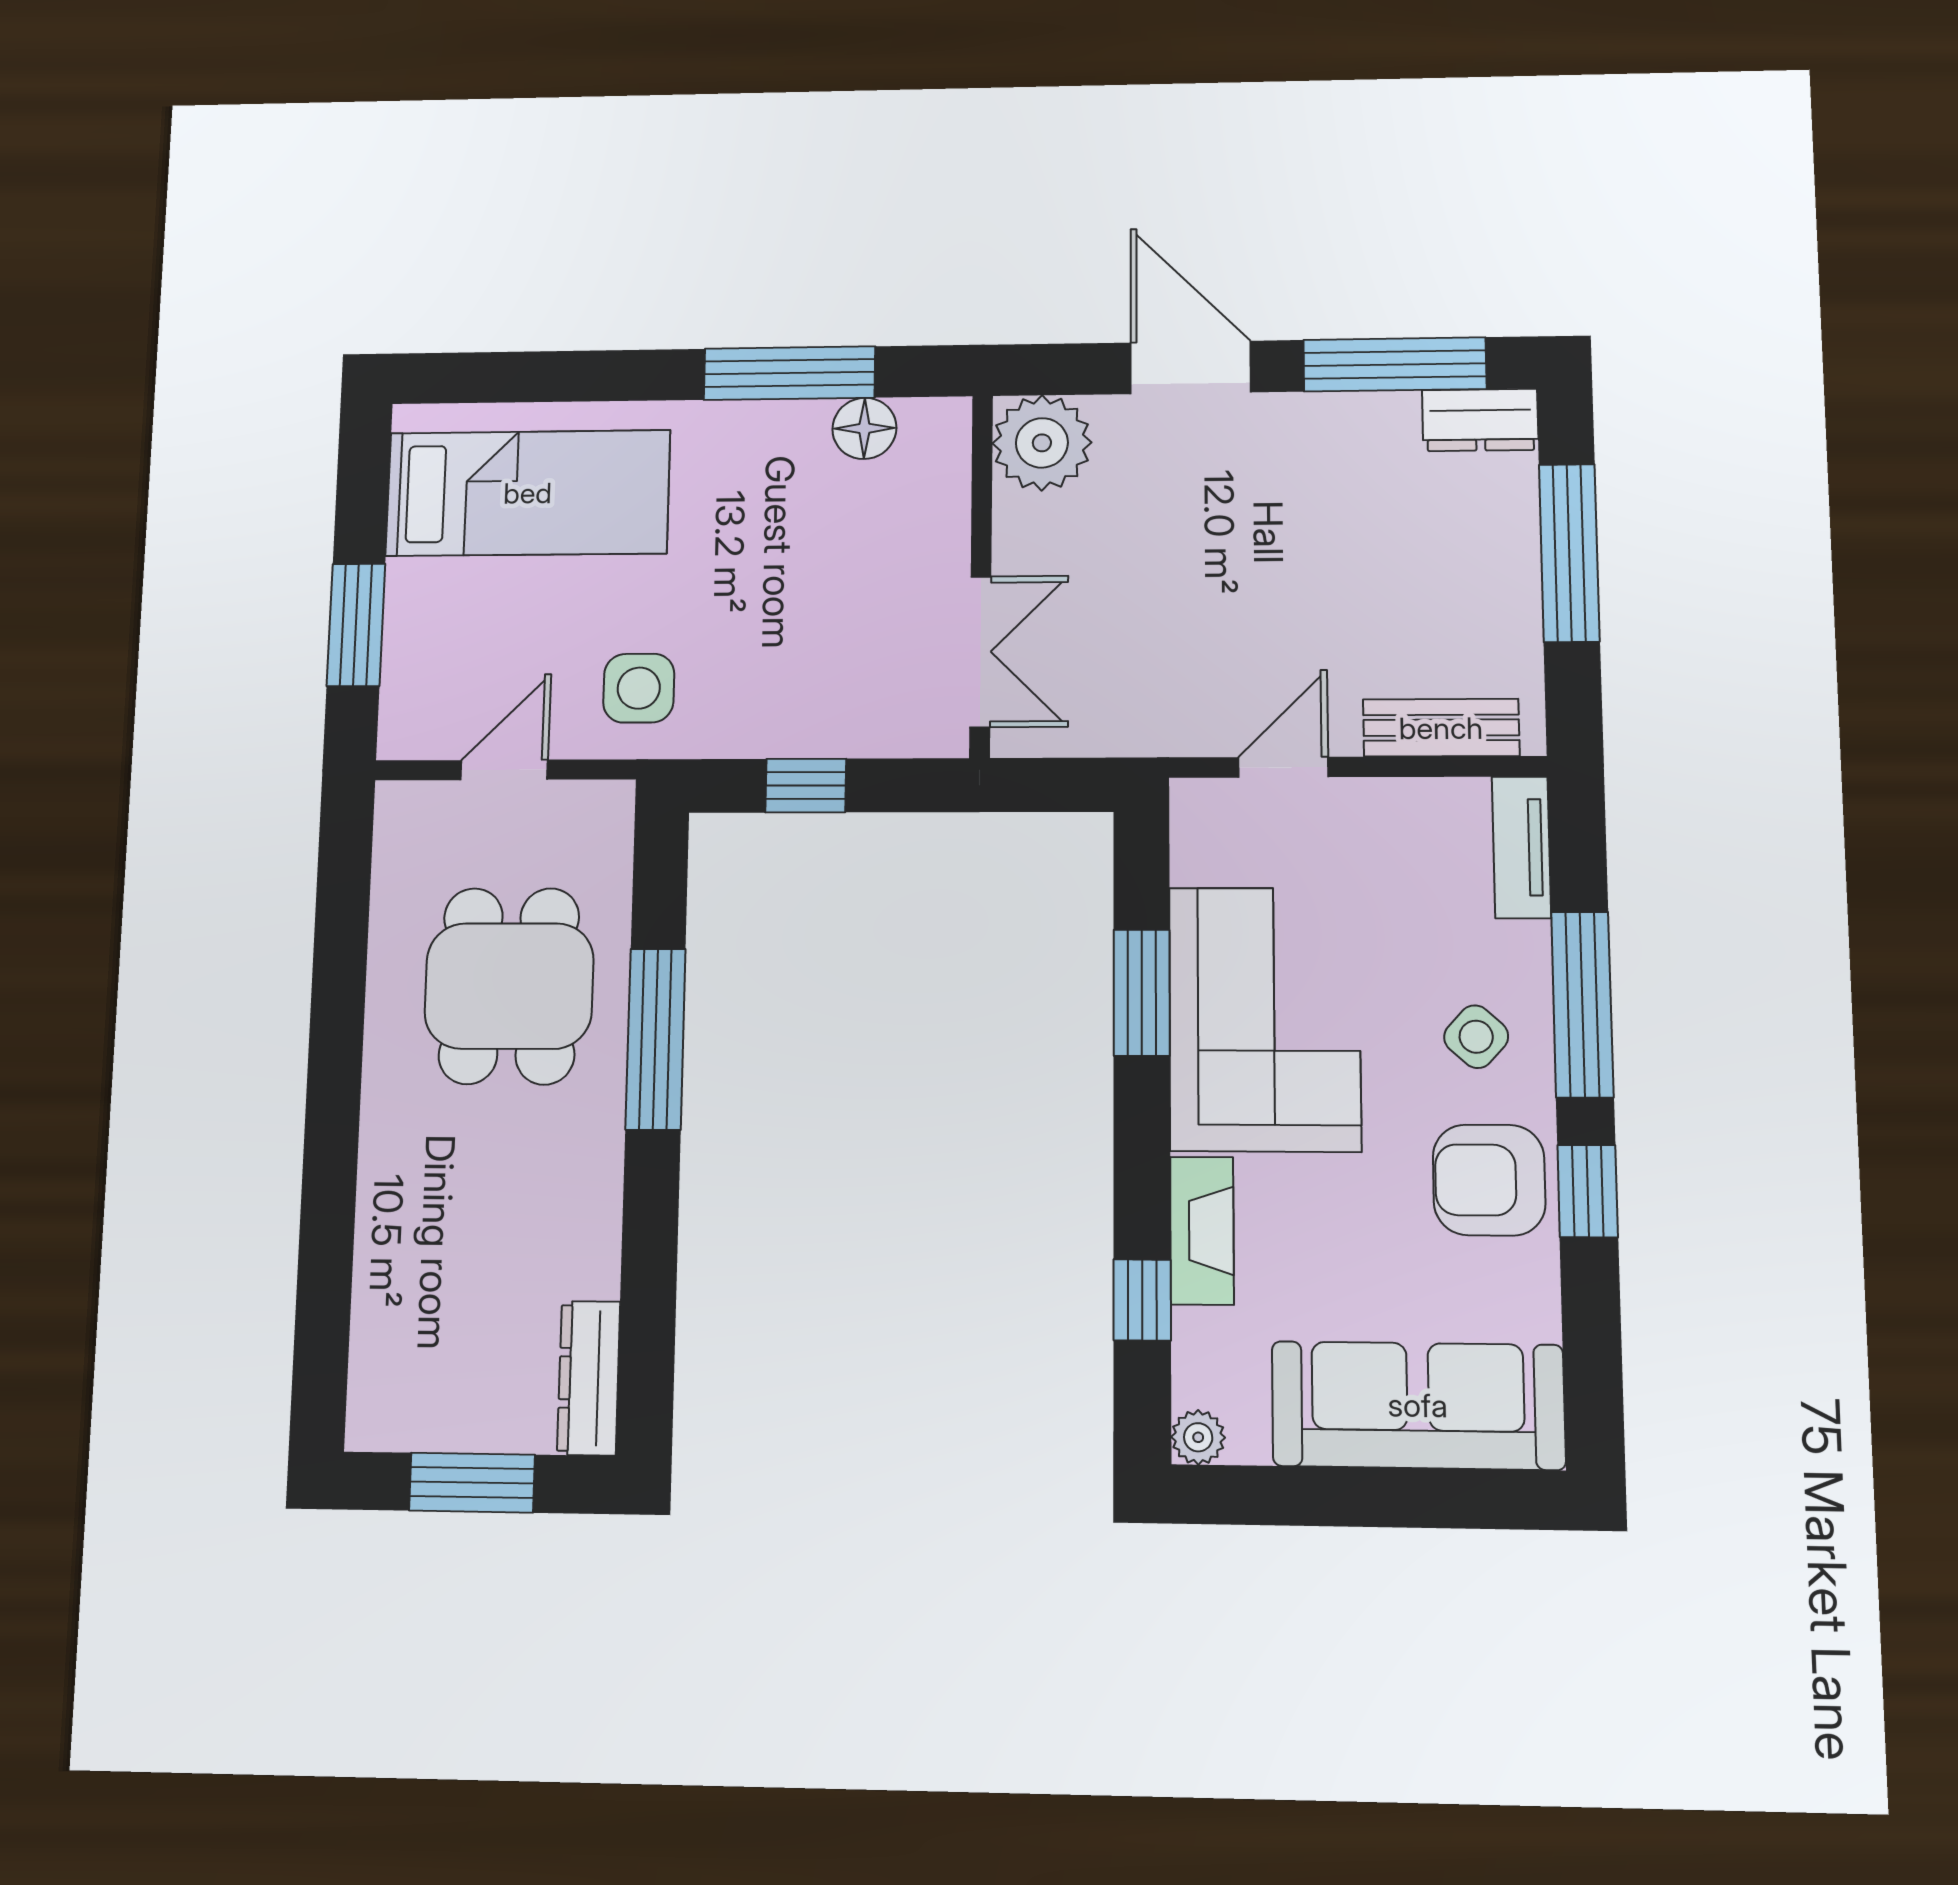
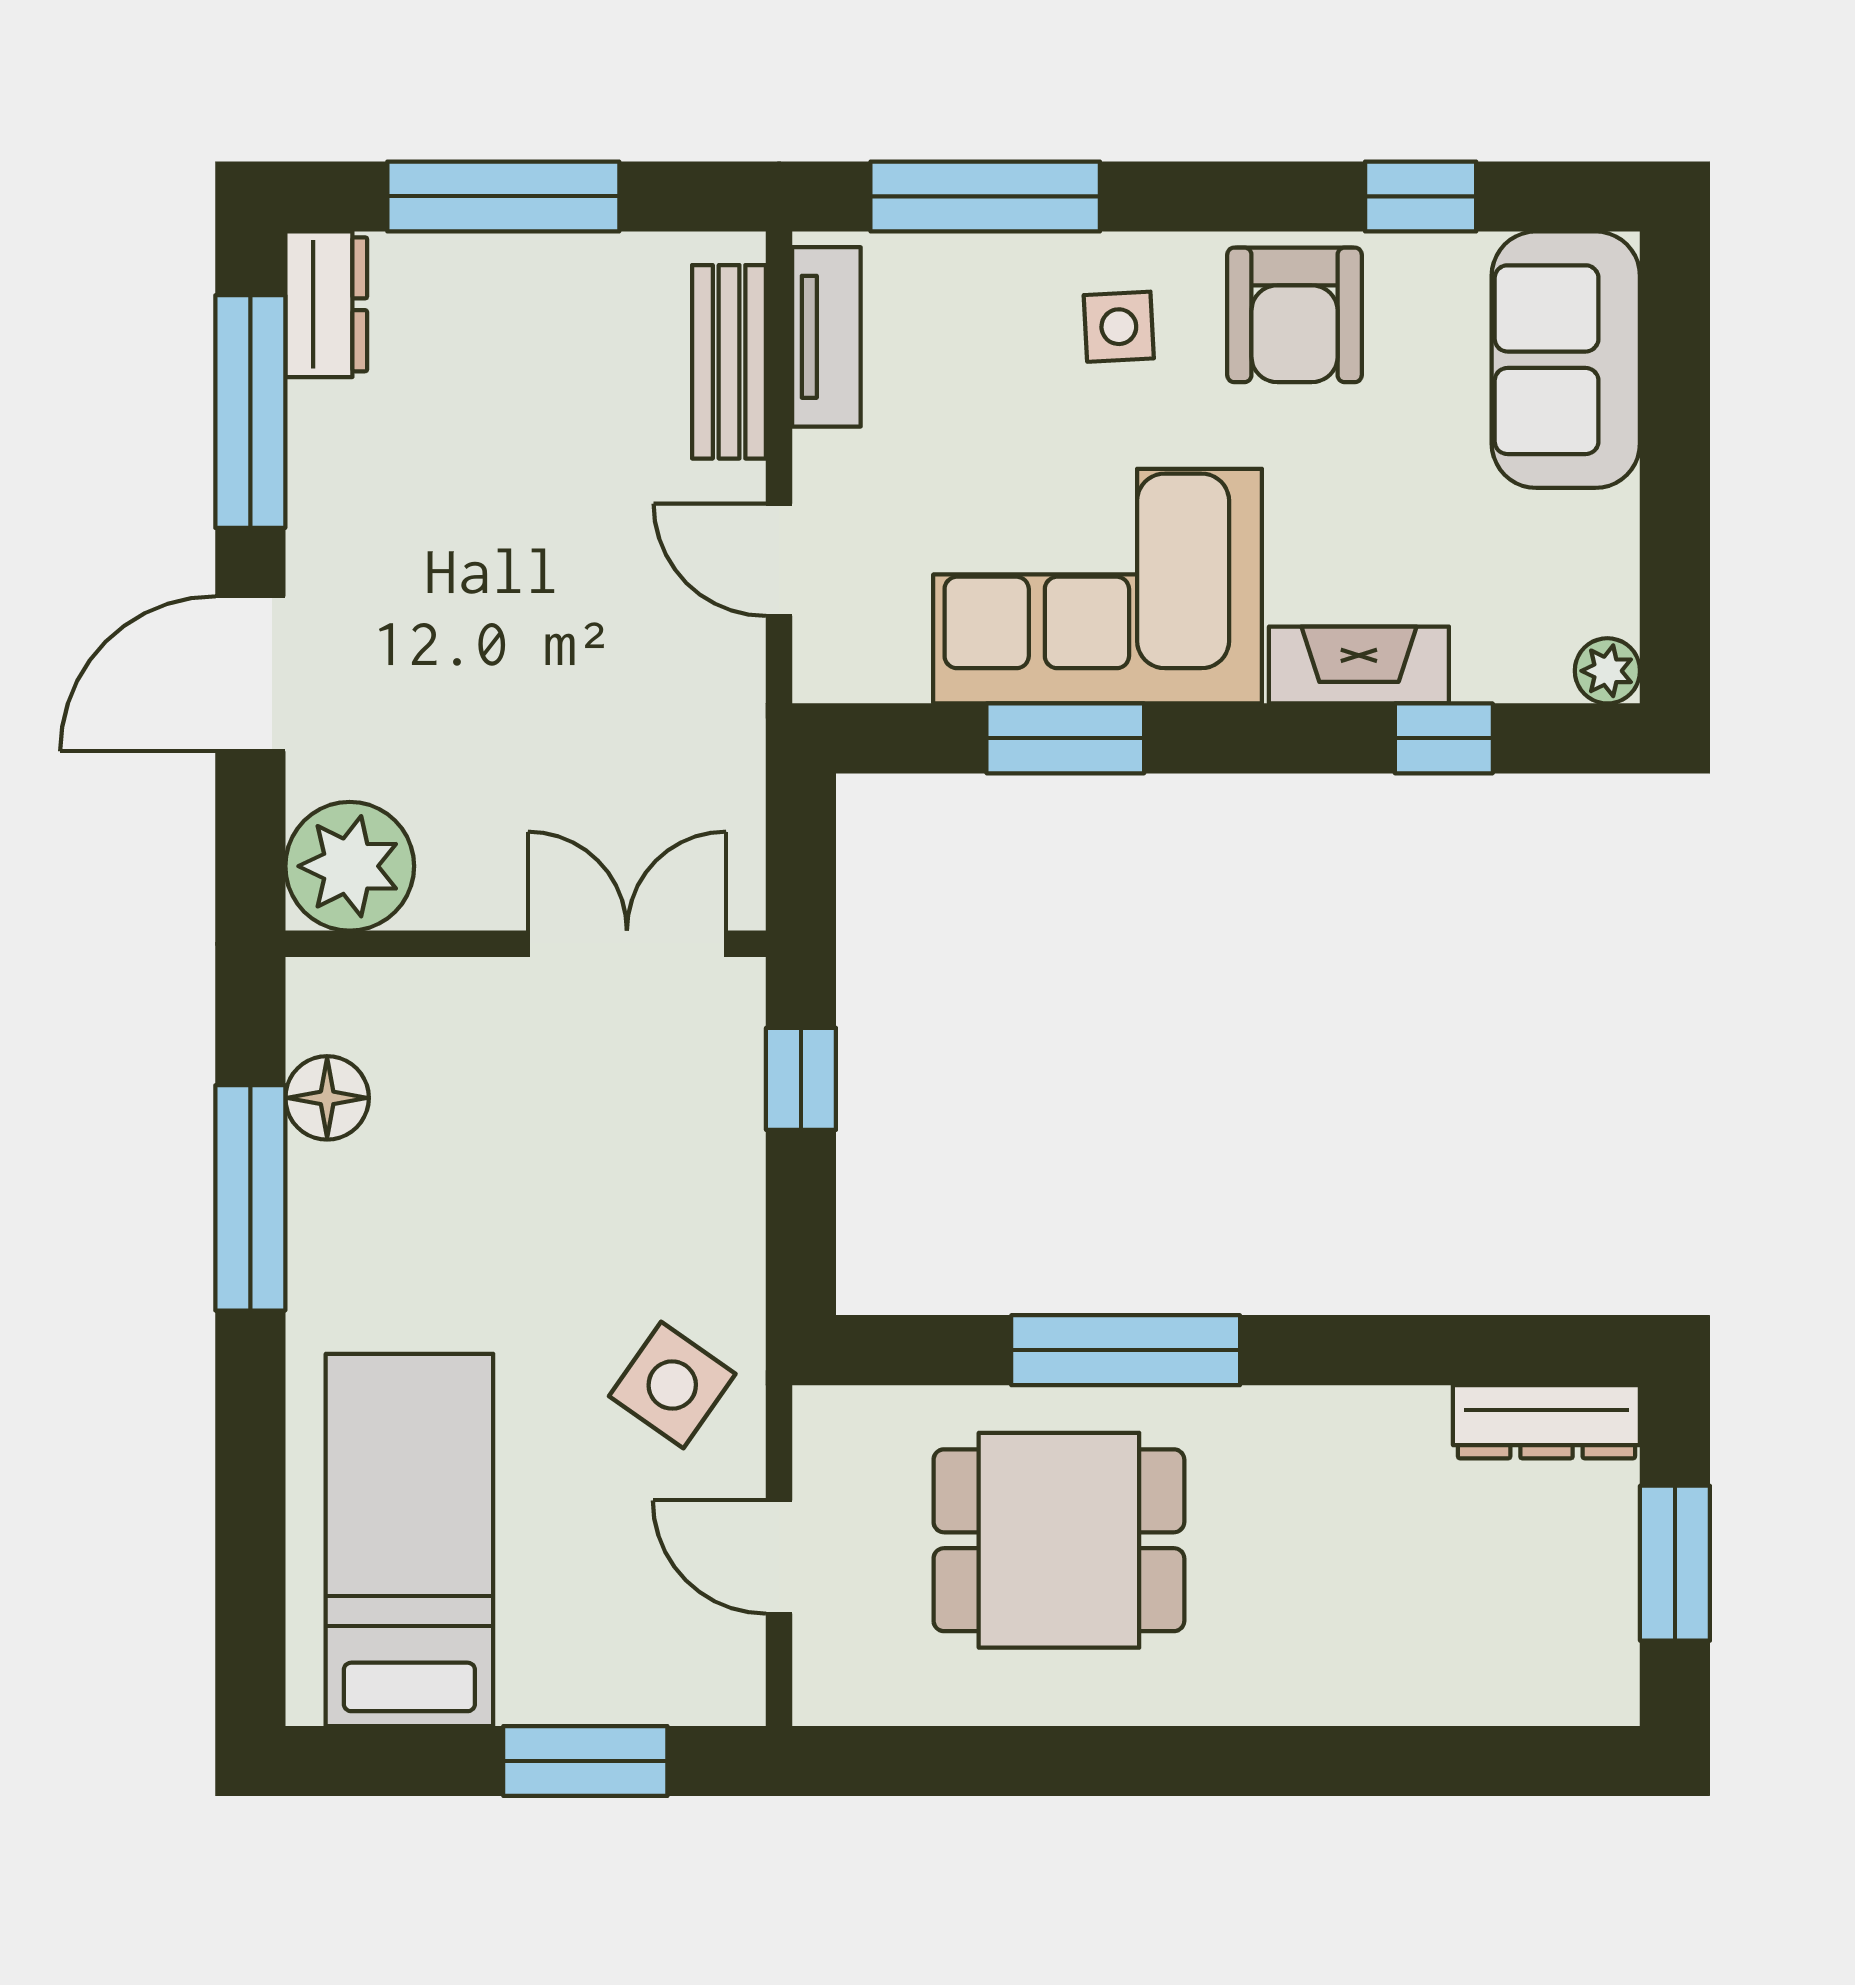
side table: (639, 688) -> (672, 1385), turned 35
window: (806, 786) -> (801, 1079), moved
tv unit: (1521, 847) -> (826, 337), moved, turned -90
window: (1582, 1004) -> (985, 196), moved
side table: (1476, 1037) -> (1119, 327), turned 45
window: (1588, 1191) -> (1421, 196), moved
sofa: (1418, 1405) -> (1566, 360), width x0.73

